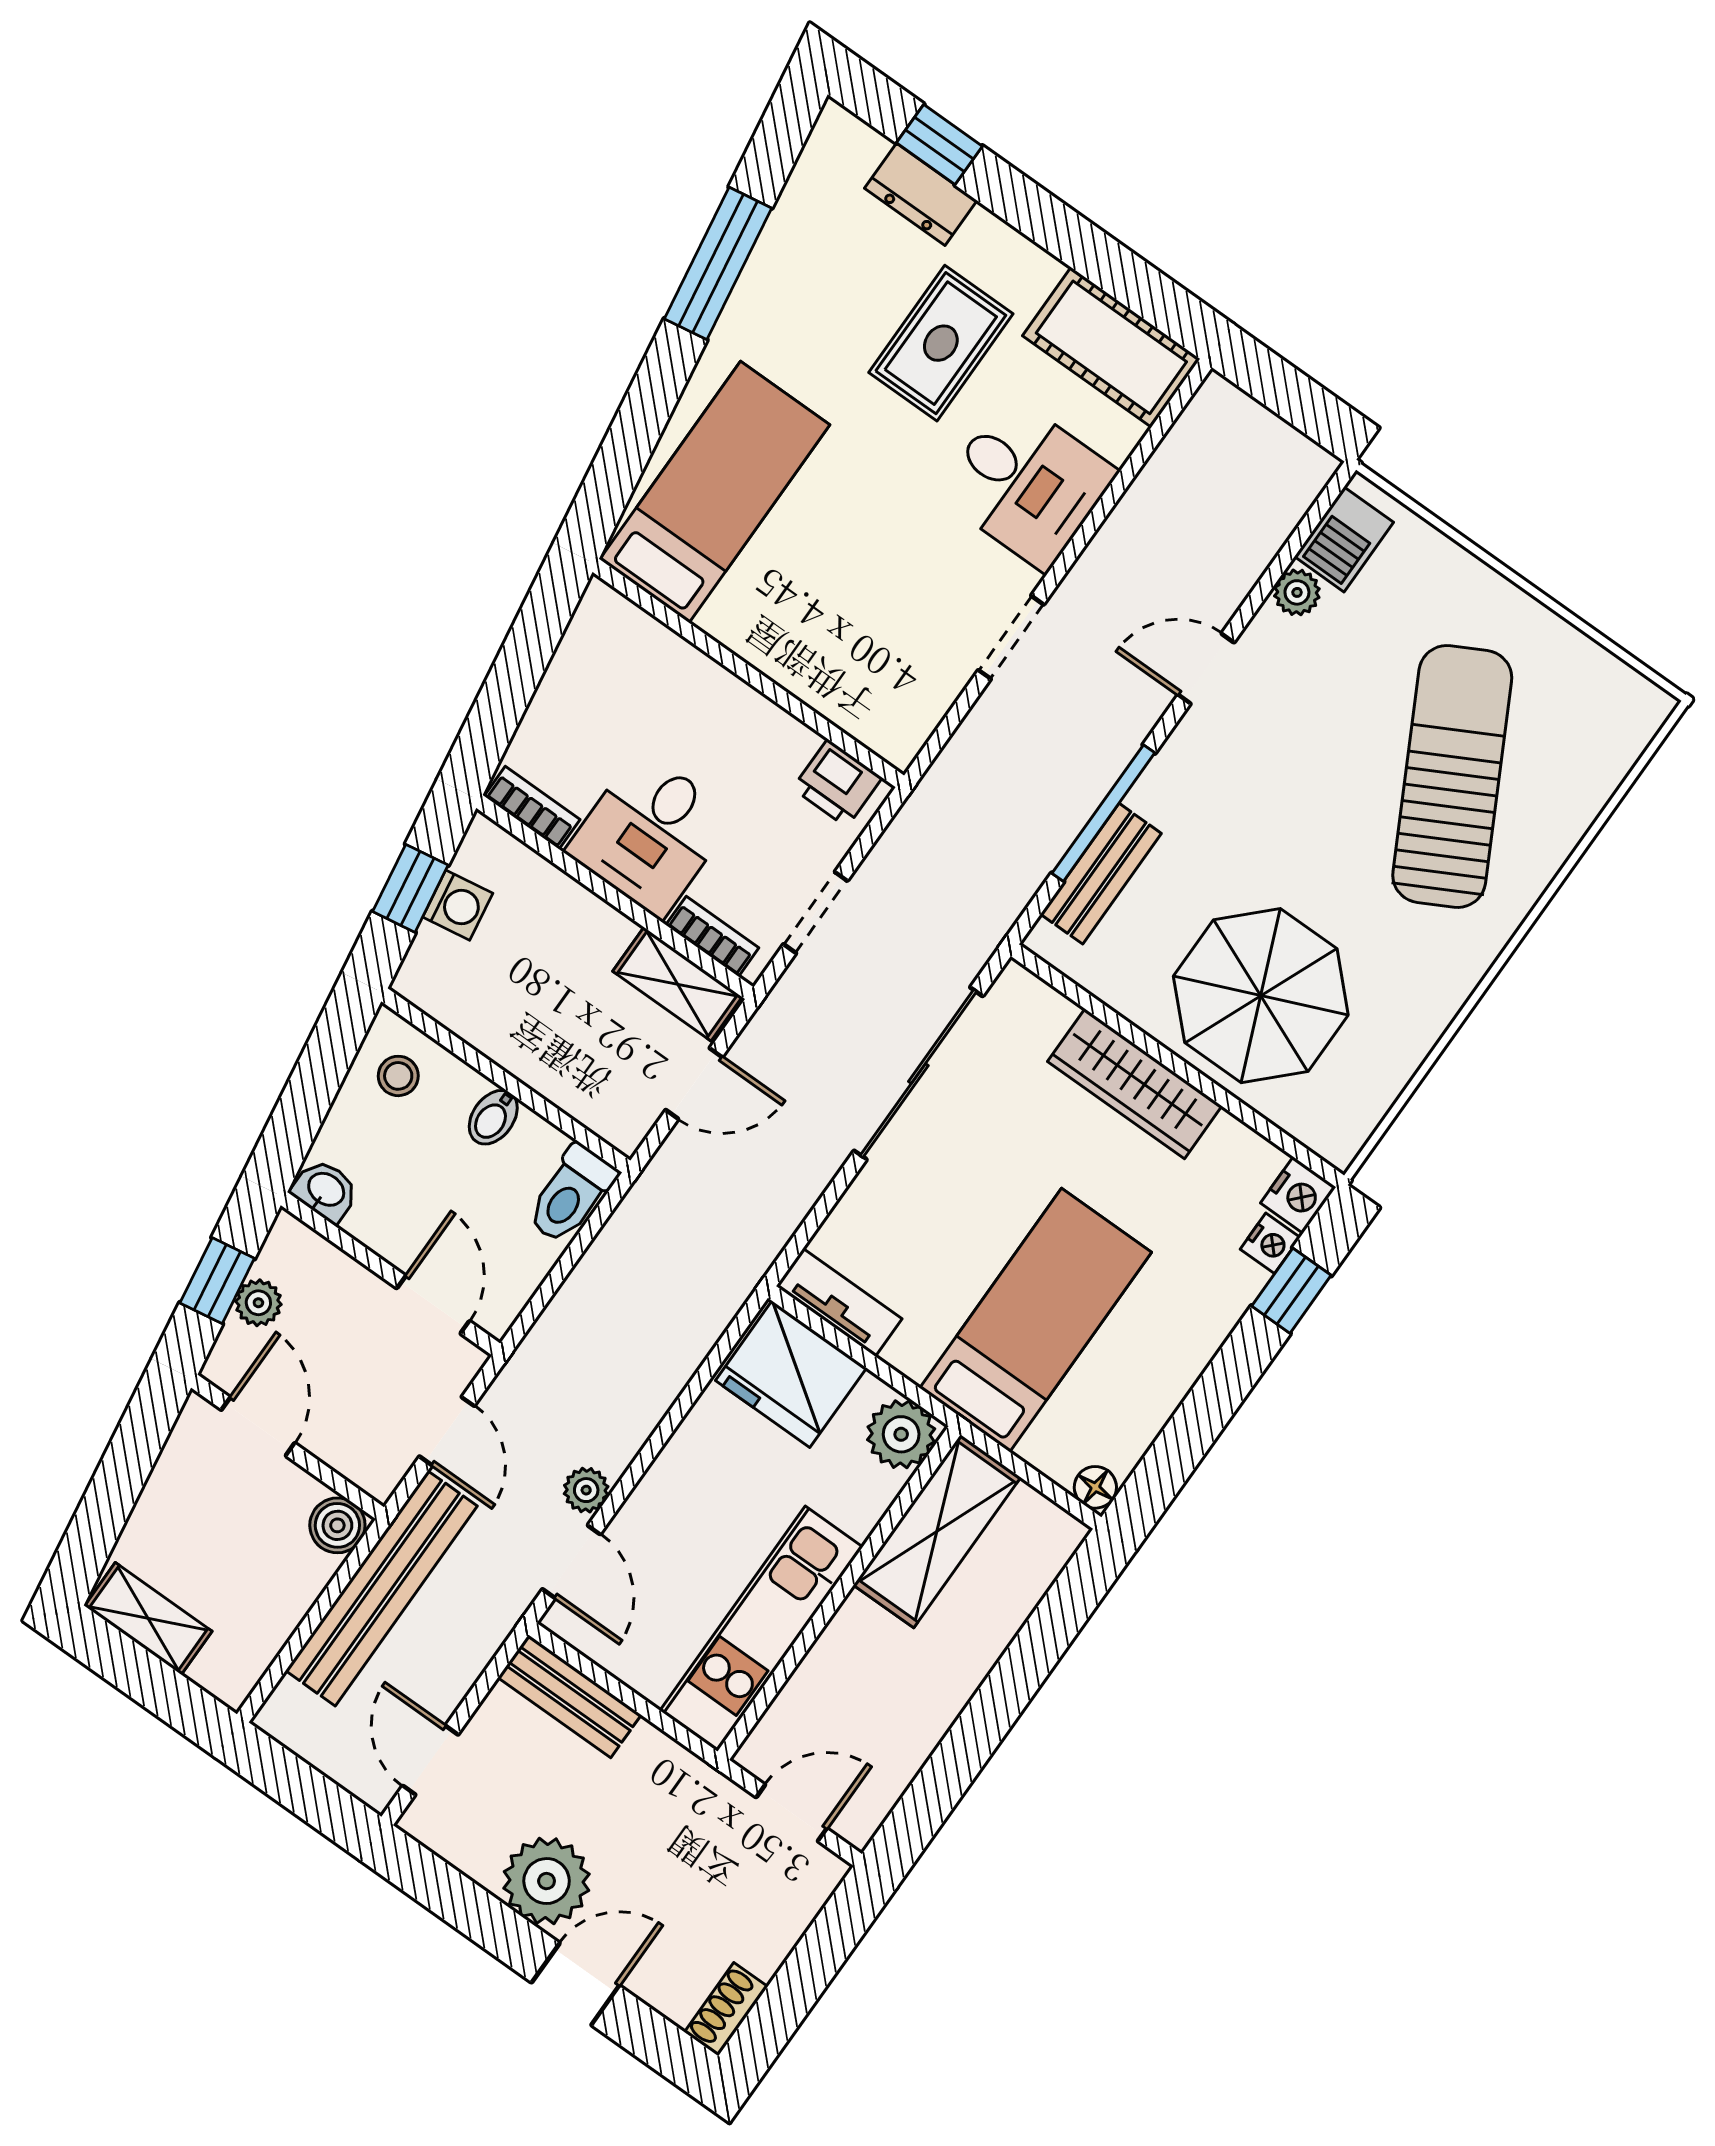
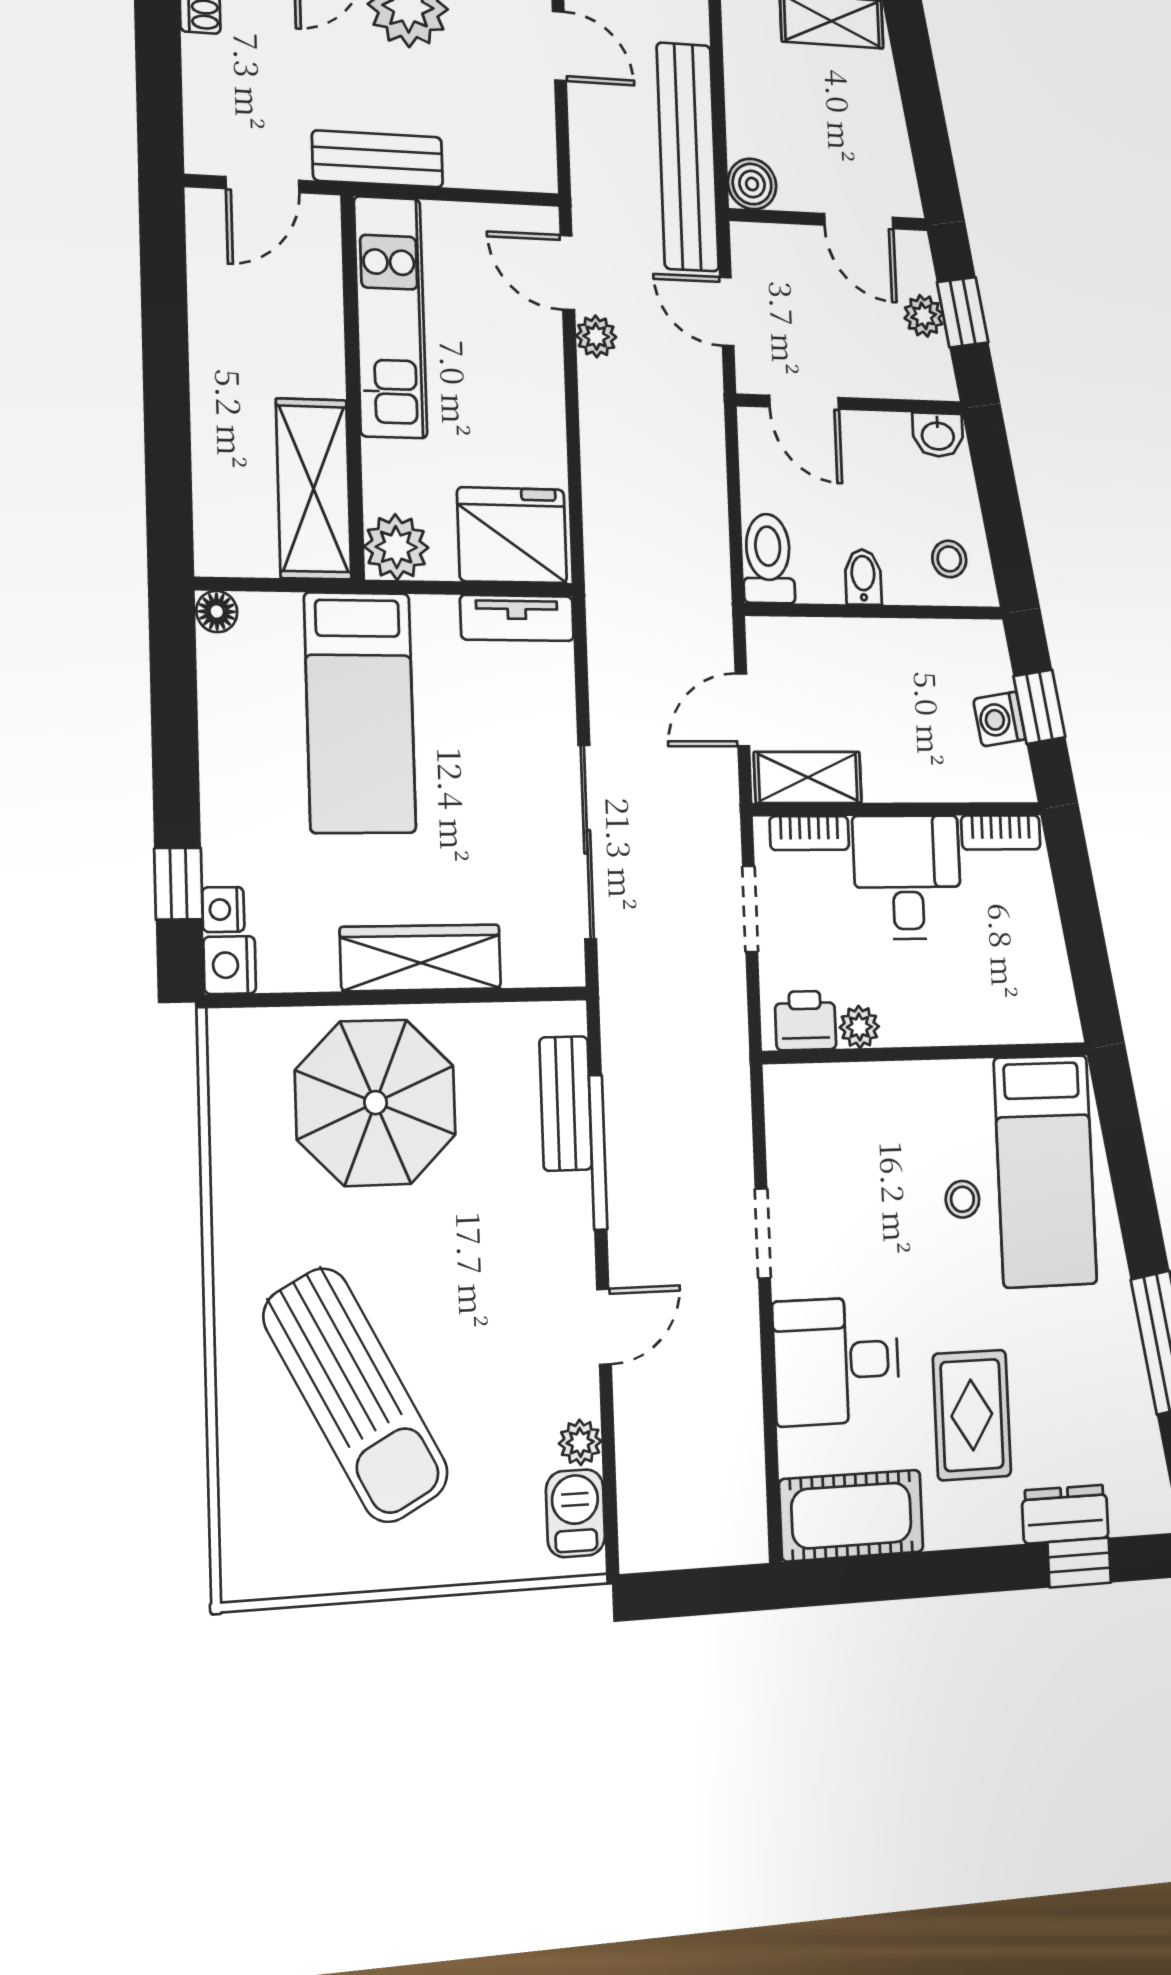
stool: (810, 527) -> (962, 1199), added
plant: (792, 741) -> (859, 1027), added
bench: (570, 1696) -> (378, 159), moved

